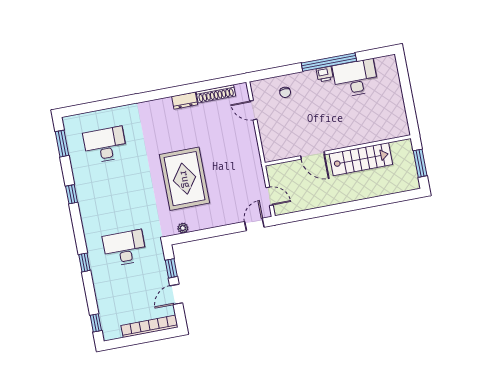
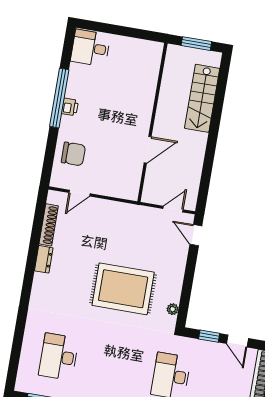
desk: (355, 78) -> (91, 48), moved, width x0.73
chair: (285, 92) -> (73, 154), width x1.87, depth x1.87
stairs: (361, 159) -> (202, 98), moved, turned 180

